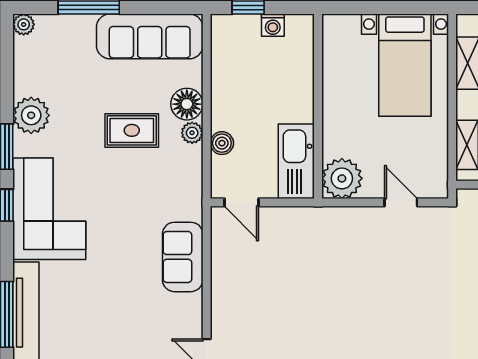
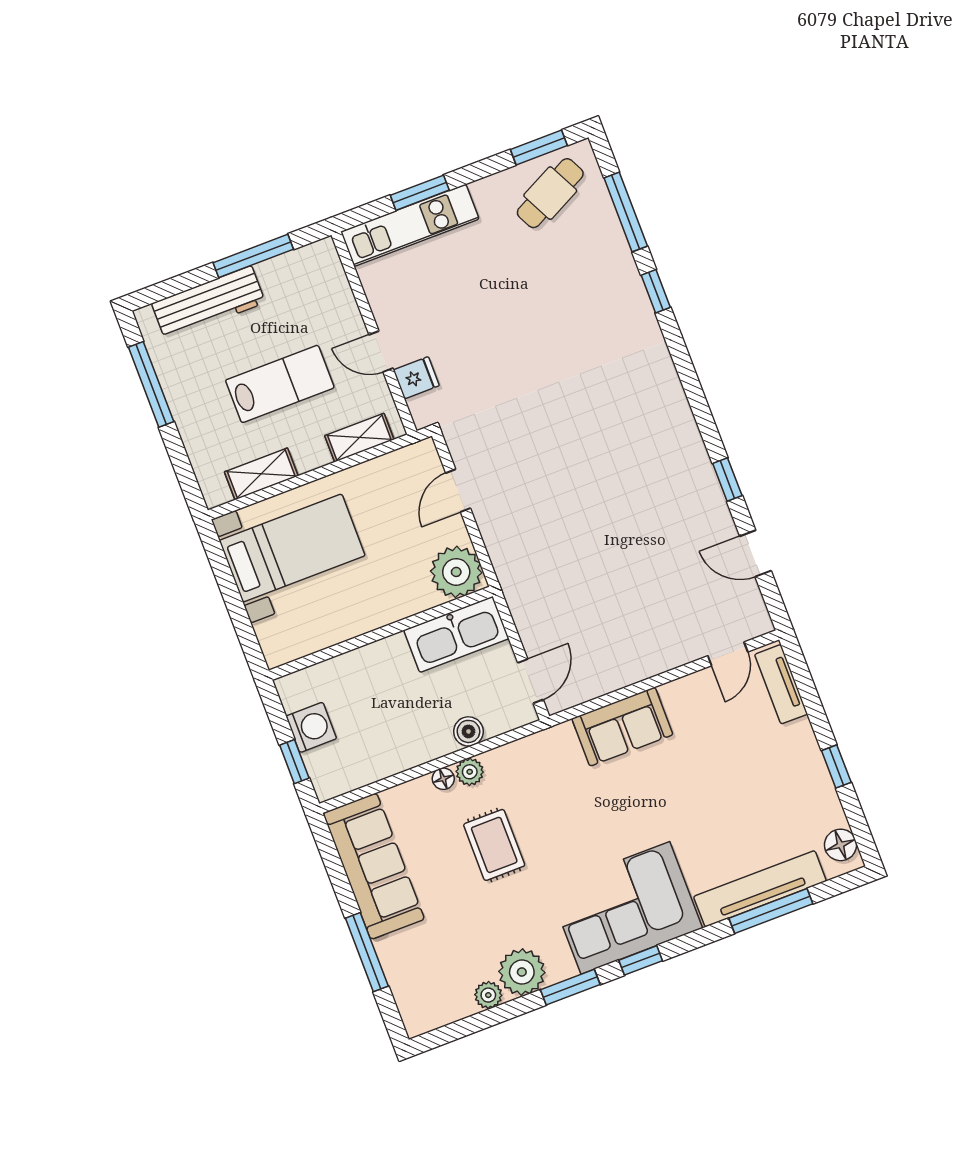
plant: (24, 24) -> (488, 995), moved
washing machine: (273, 25) -> (311, 727), width x1.38, depth x1.38
floor lamp: (187, 104) -> (443, 779), width x0.53, depth x0.53

